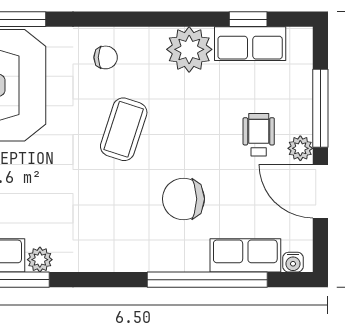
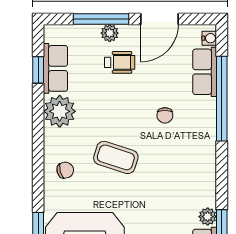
chair: (106, 57) -> (65, 170), turned 74
wheelchair: (259, 135) -> (120, 62), turned 180
plant: (300, 148) -> (110, 33), moved
chair: (183, 199) -> (165, 115), width x0.54, depth x0.54

